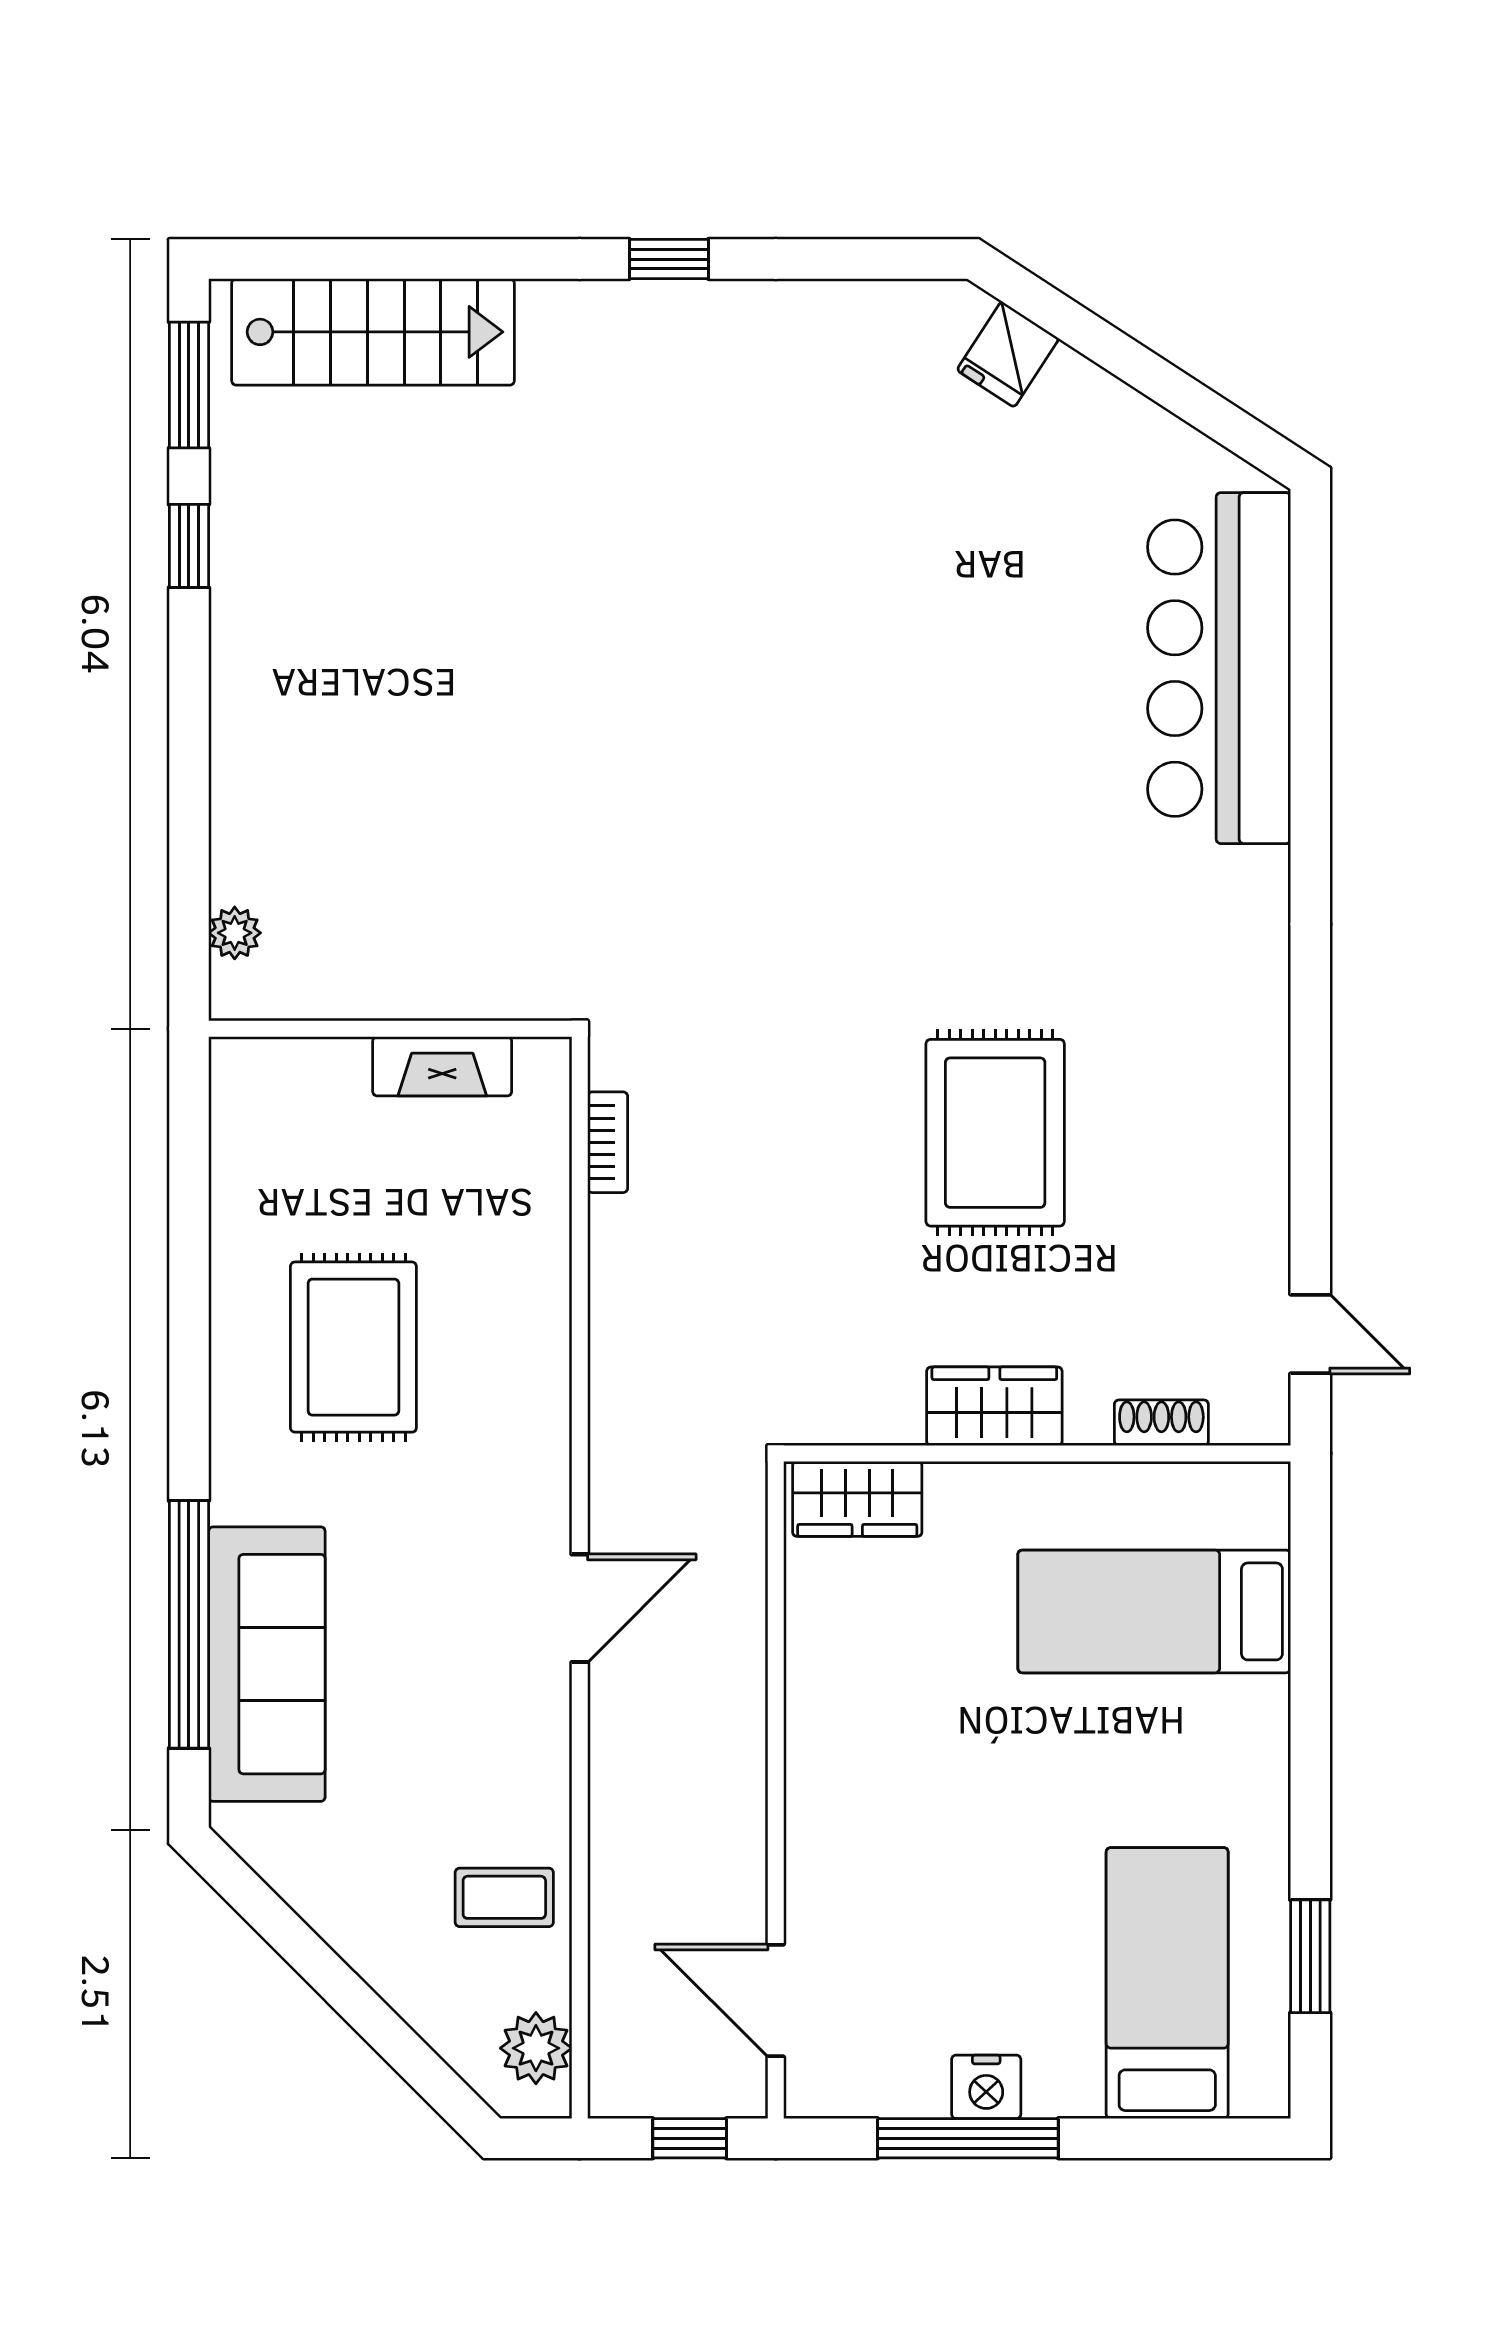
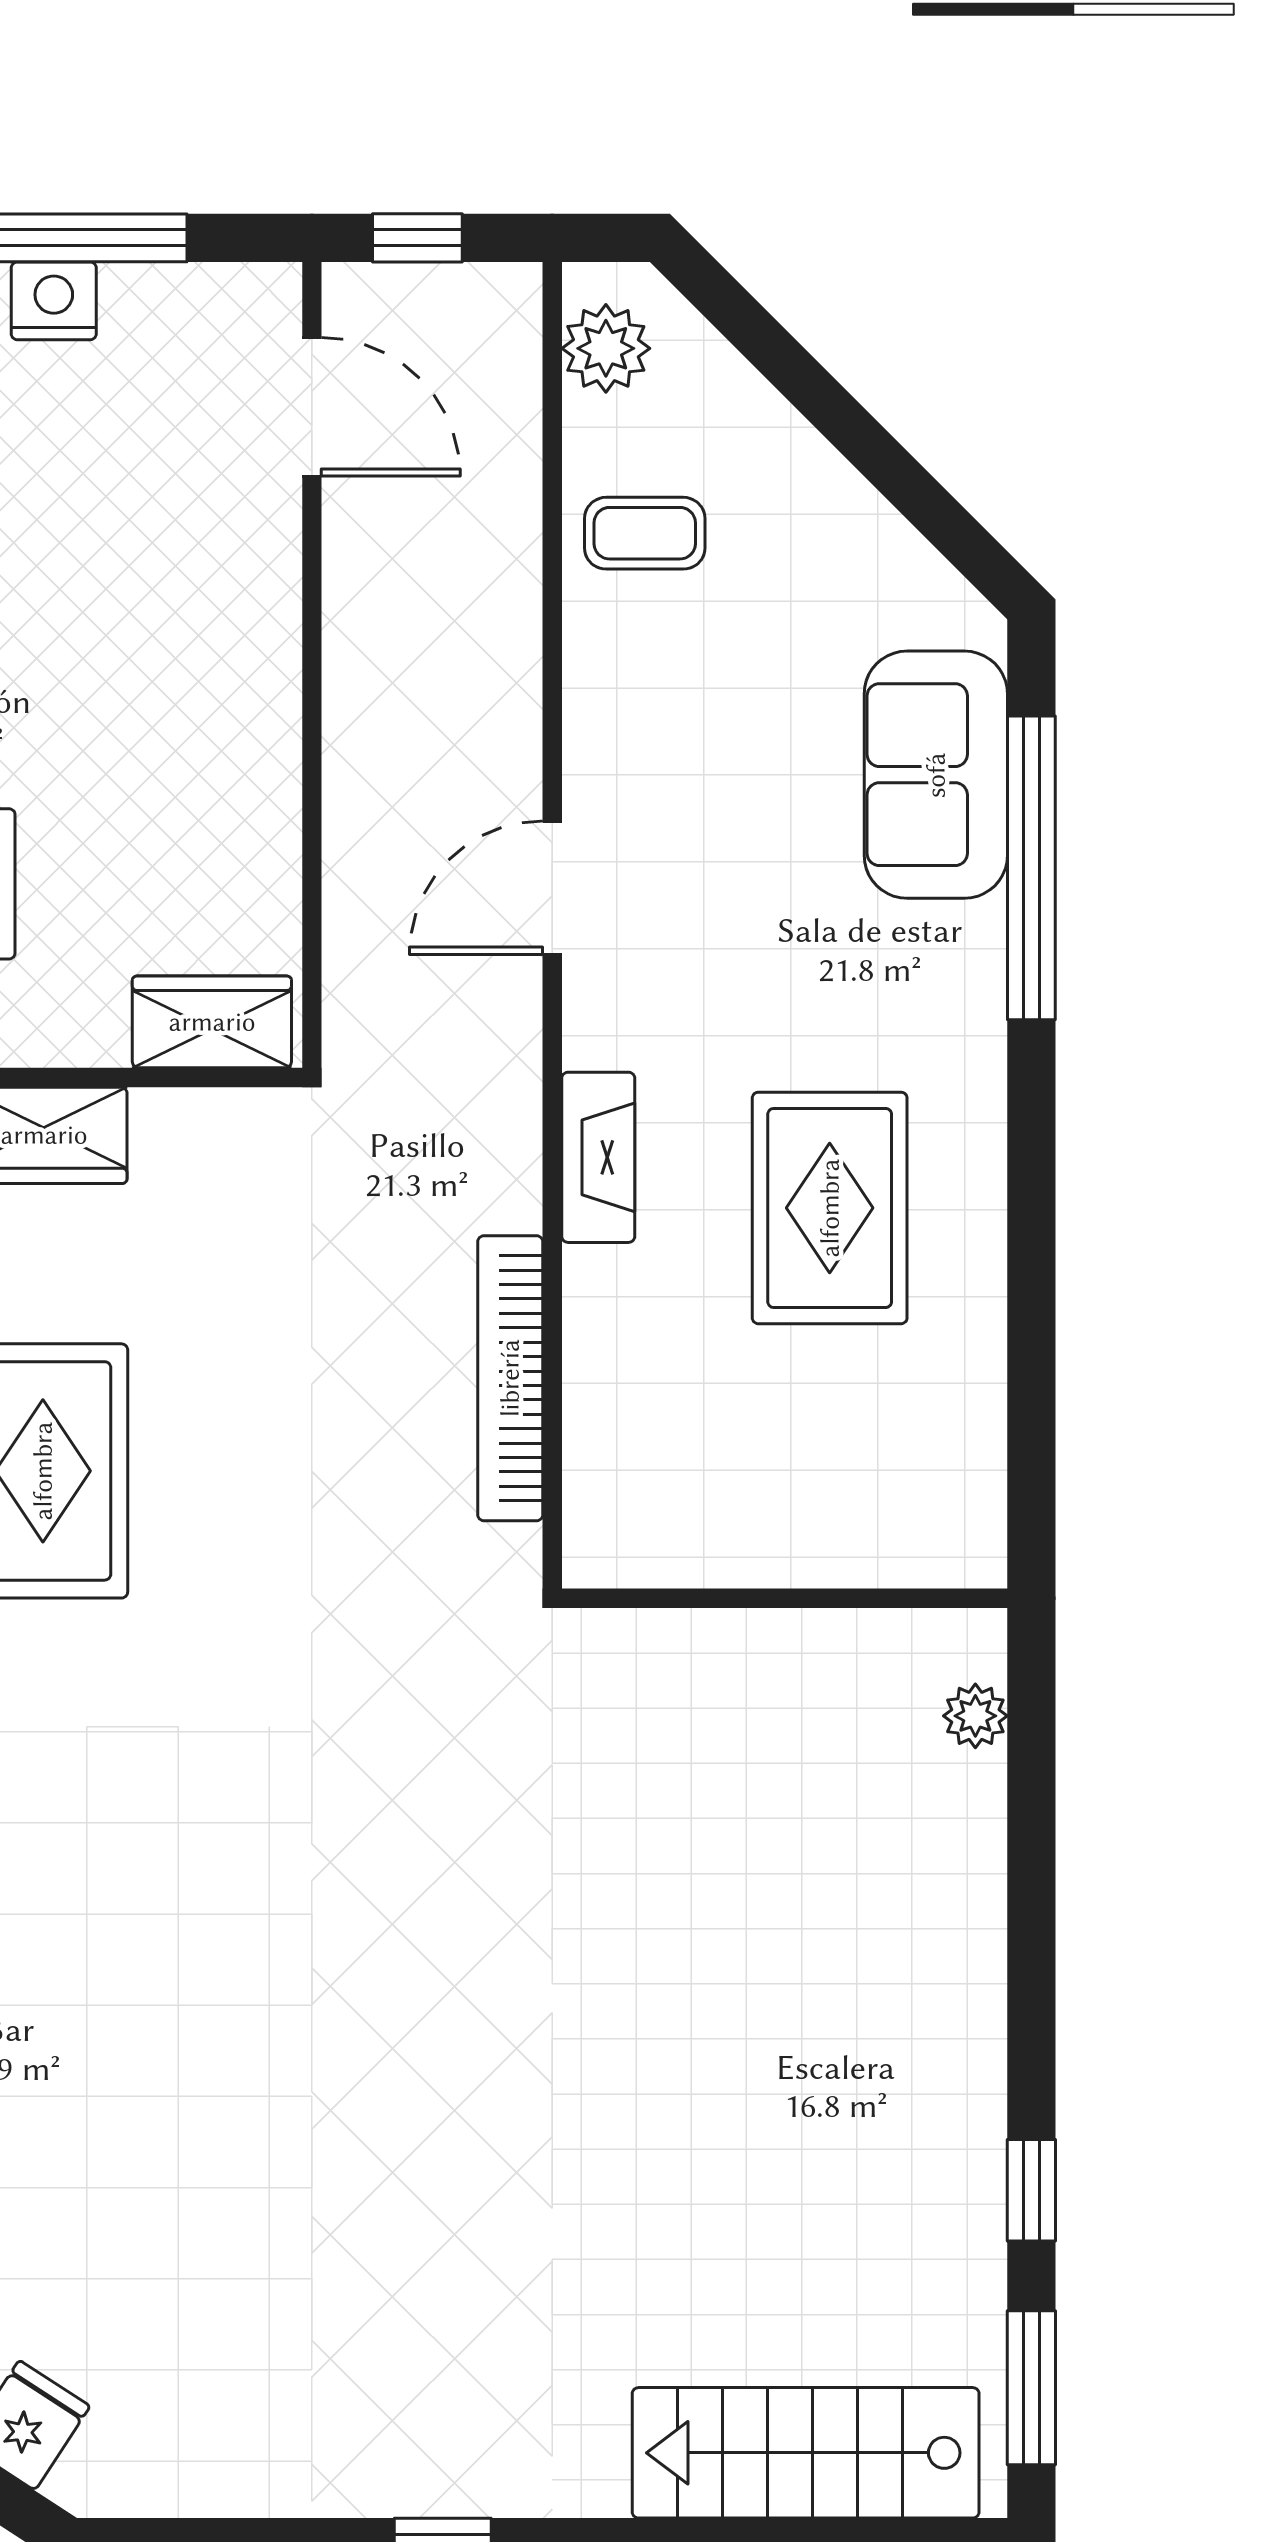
fireplace: (442, 1066) -> (598, 1157), moved, turned 90
bookcase: (608, 1142) -> (510, 1378), width x2.31, depth x1.31
sofa: (267, 1664) -> (936, 775), width x0.73

